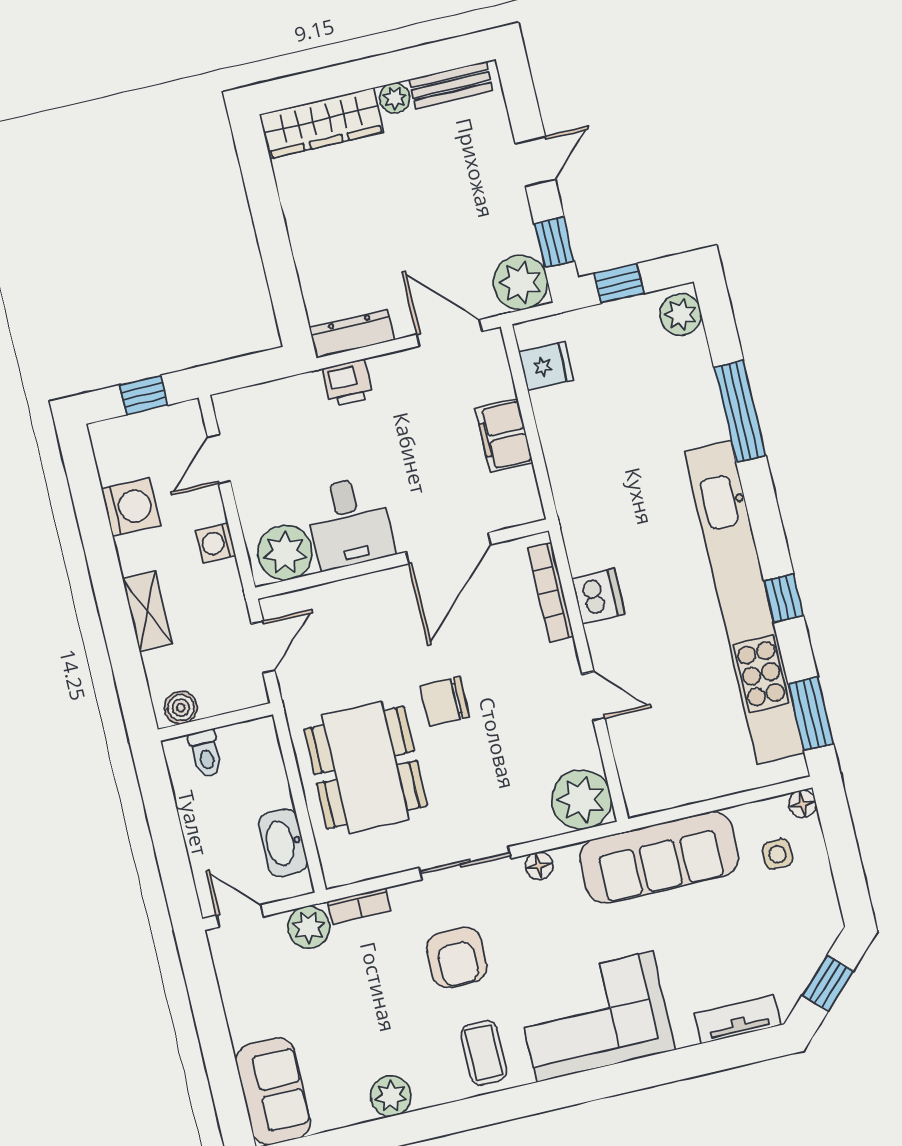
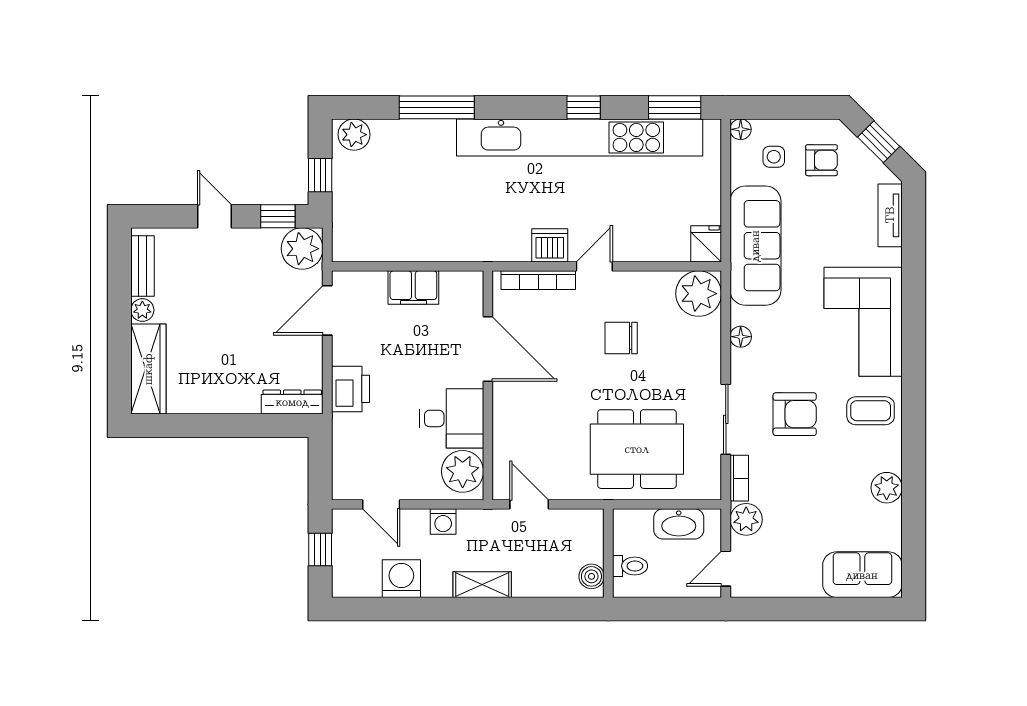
dresser: (352, 334) -> (292, 402), moved, turned 90
fridge: (546, 366) -> (706, 244), moved
printer: (348, 383) -> (351, 389), width x1.36, depth x1.24
door: (593, 696) -> (594, 266), moved
chair: (445, 702) -> (621, 338), moved, turned 90
boiler: (181, 708) -> (591, 576), moved
wall: (215, 722) -> (608, 553), moved
toilet: (206, 753) -> (630, 566), moved
sliding door: (465, 863) -> (726, 419), moved
armchair: (787, 916) -> (821, 160), added

